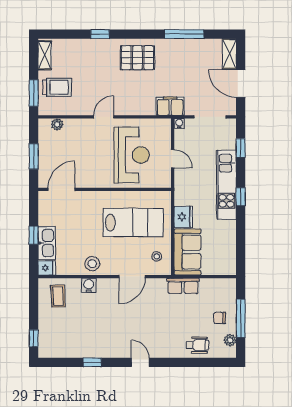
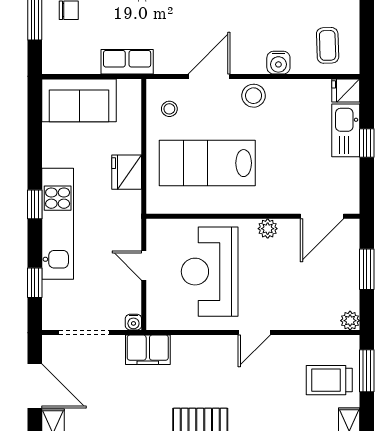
plant: (57, 124) -> (350, 321), moved
plant: (95, 182) -> (268, 229), added
sofa: (187, 252) -> (79, 100), moved, turned -90
stool: (92, 264) -> (254, 96), moved

